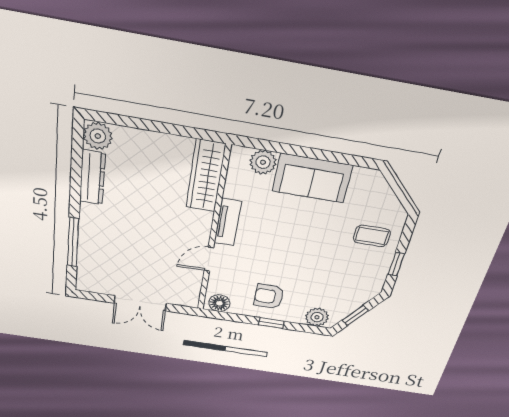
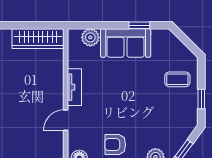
window: (339, 158) -> (139, 25), added
wardrobe: (206, 176) -> (38, 39), moved, turned -90

